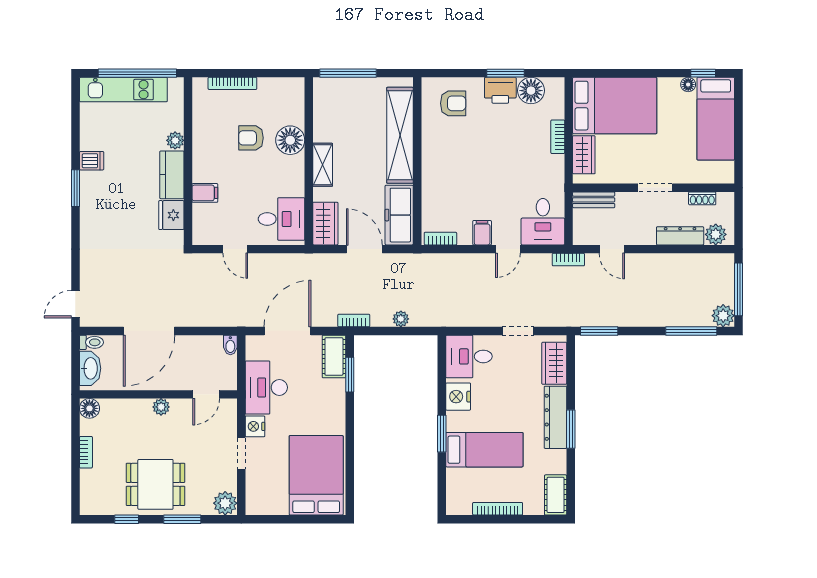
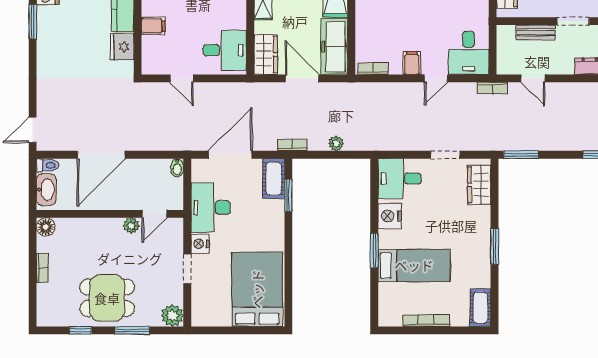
bench: (594, 200) -> (535, 32), moved
plant: (161, 407) -> (131, 226), moved
dresser: (555, 417) -> (480, 235), removed

